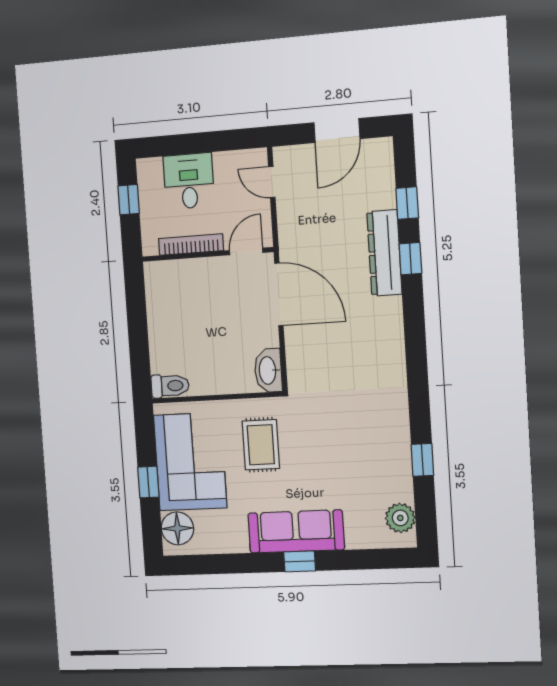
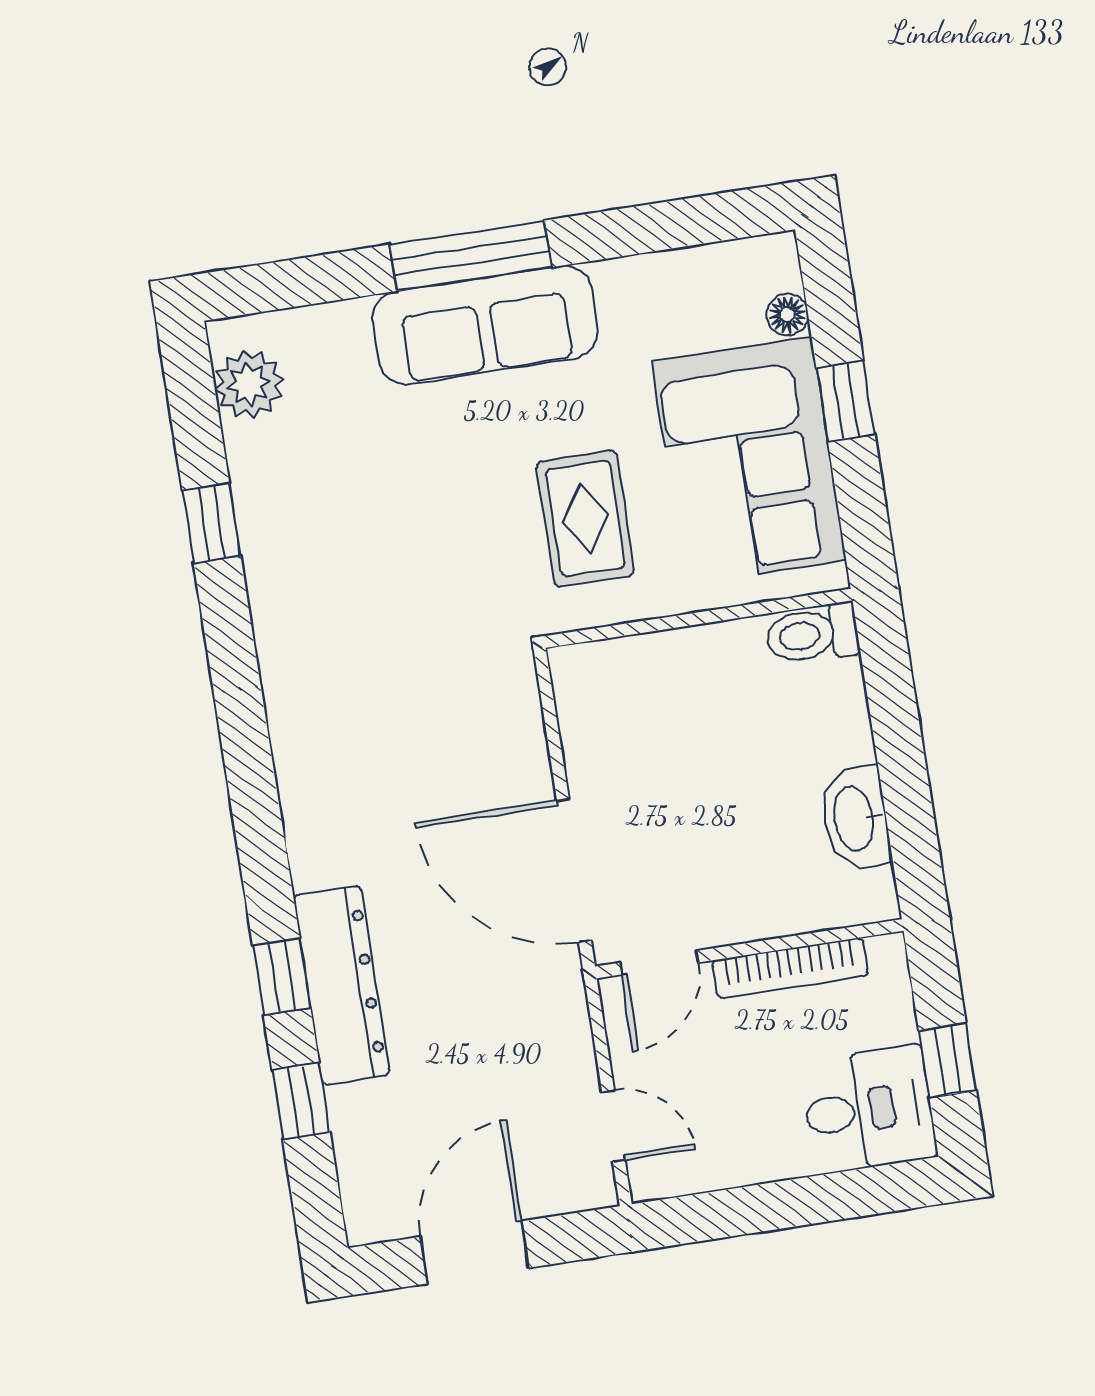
desk: (189, 181) -> (869, 1109), moved, turned -90
washbasin: (268, 370) -> (855, 818), moved, turned 180
floor lamp: (177, 528) -> (787, 314), width x0.53, depth x0.53
window: (300, 561) -> (471, 256), width x2.17

